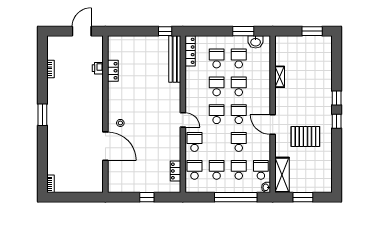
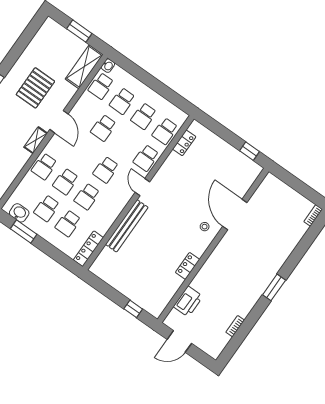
window: (165, 31) -> (133, 309), moved
bench: (175, 59) -> (127, 226), moved
printer: (98, 68) -> (188, 301), width x1.87, depth x1.48
locker: (113, 71) -> (188, 266), moved
shelving: (280, 77) -> (36, 140), moved
school desk: (239, 114) -> (44, 166), moved
pallet: (305, 136) -> (35, 88), turned 90
window: (147, 197) -> (249, 151), moved
window: (236, 197) -> (144, 77), removed

